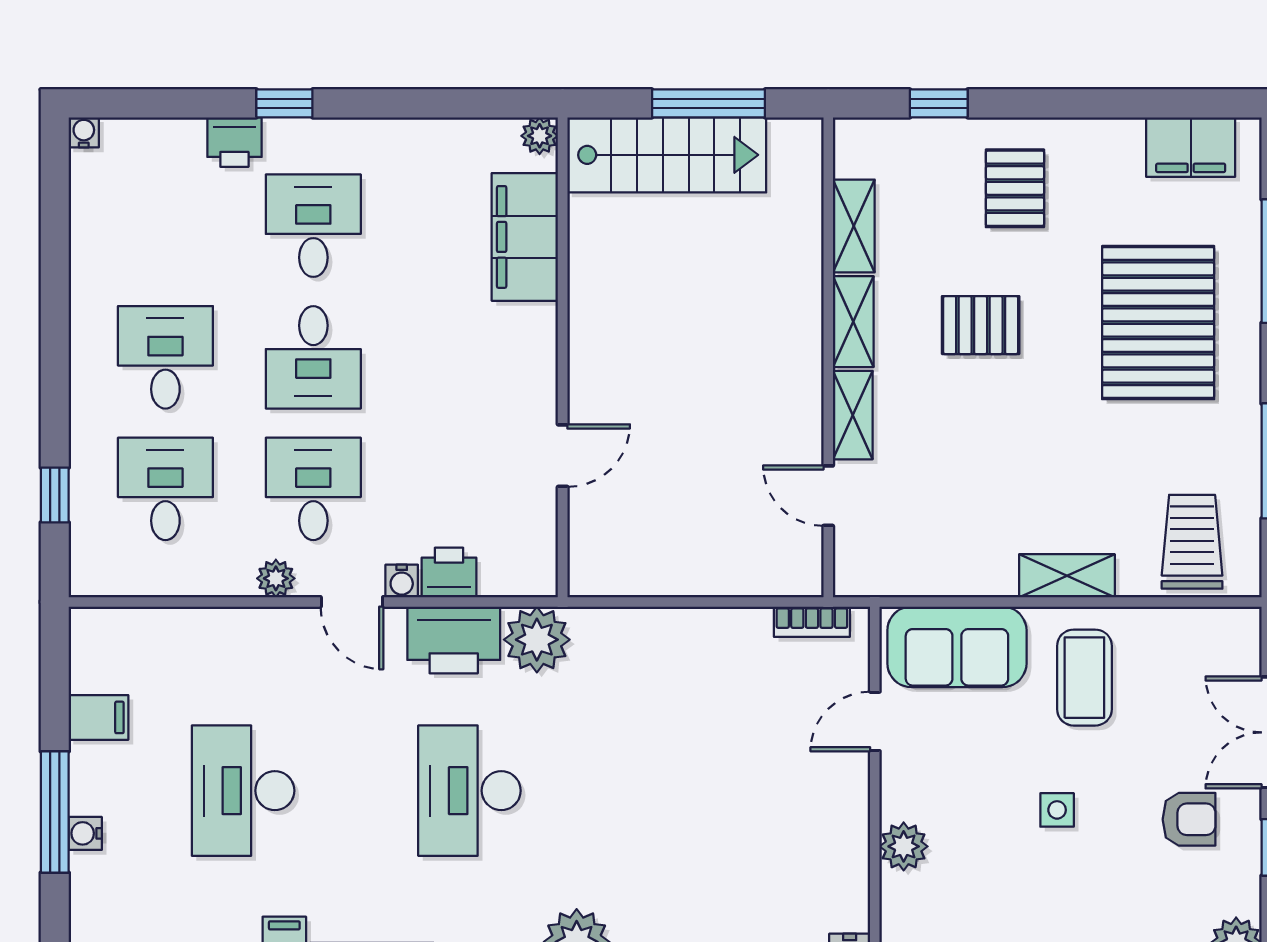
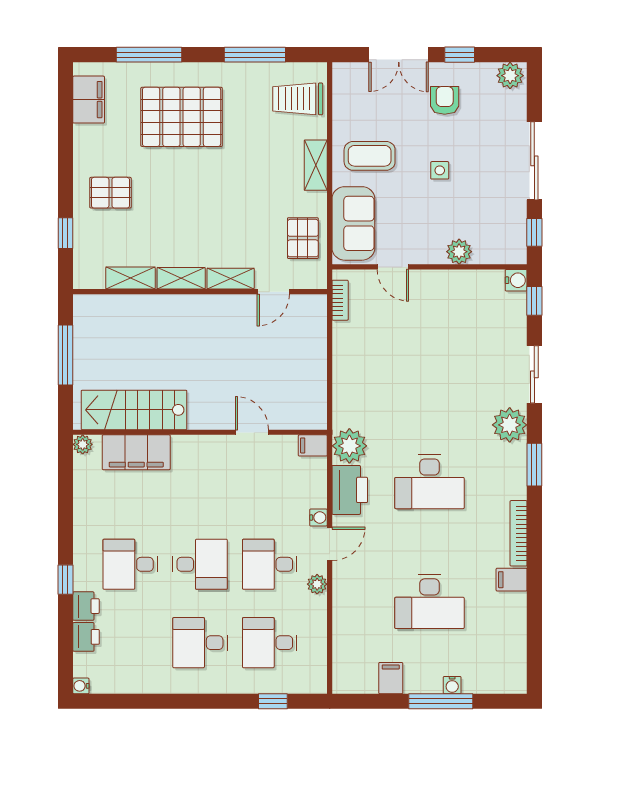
stairs: (667, 155) -> (134, 410), moved, turned -90
pallet: (981, 325) -> (303, 238), moved
filing cabinet: (538, 570) -> (313, 445), added
printer: (449, 572) -> (86, 637), moved, turned 180

